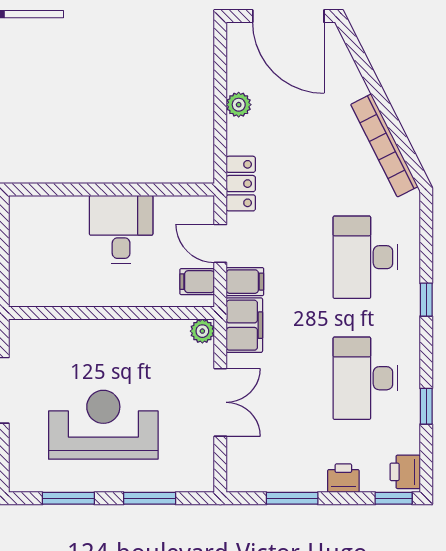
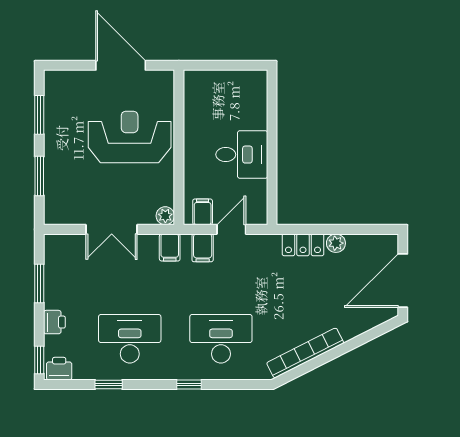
locker: (241, 184) -> (303, 245), moved
filing cabinet: (244, 325) -> (170, 247), width x0.50
reception desk: (103, 425) -> (130, 137), moved, turned -90

